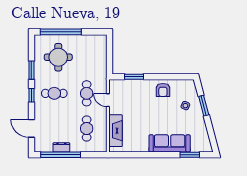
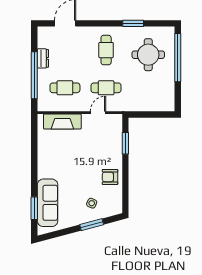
window: (31, 95) -> (104, 23), removed
sofa: (170, 143) -> (48, 203), moved
window: (61, 155) -> (34, 75), moved

